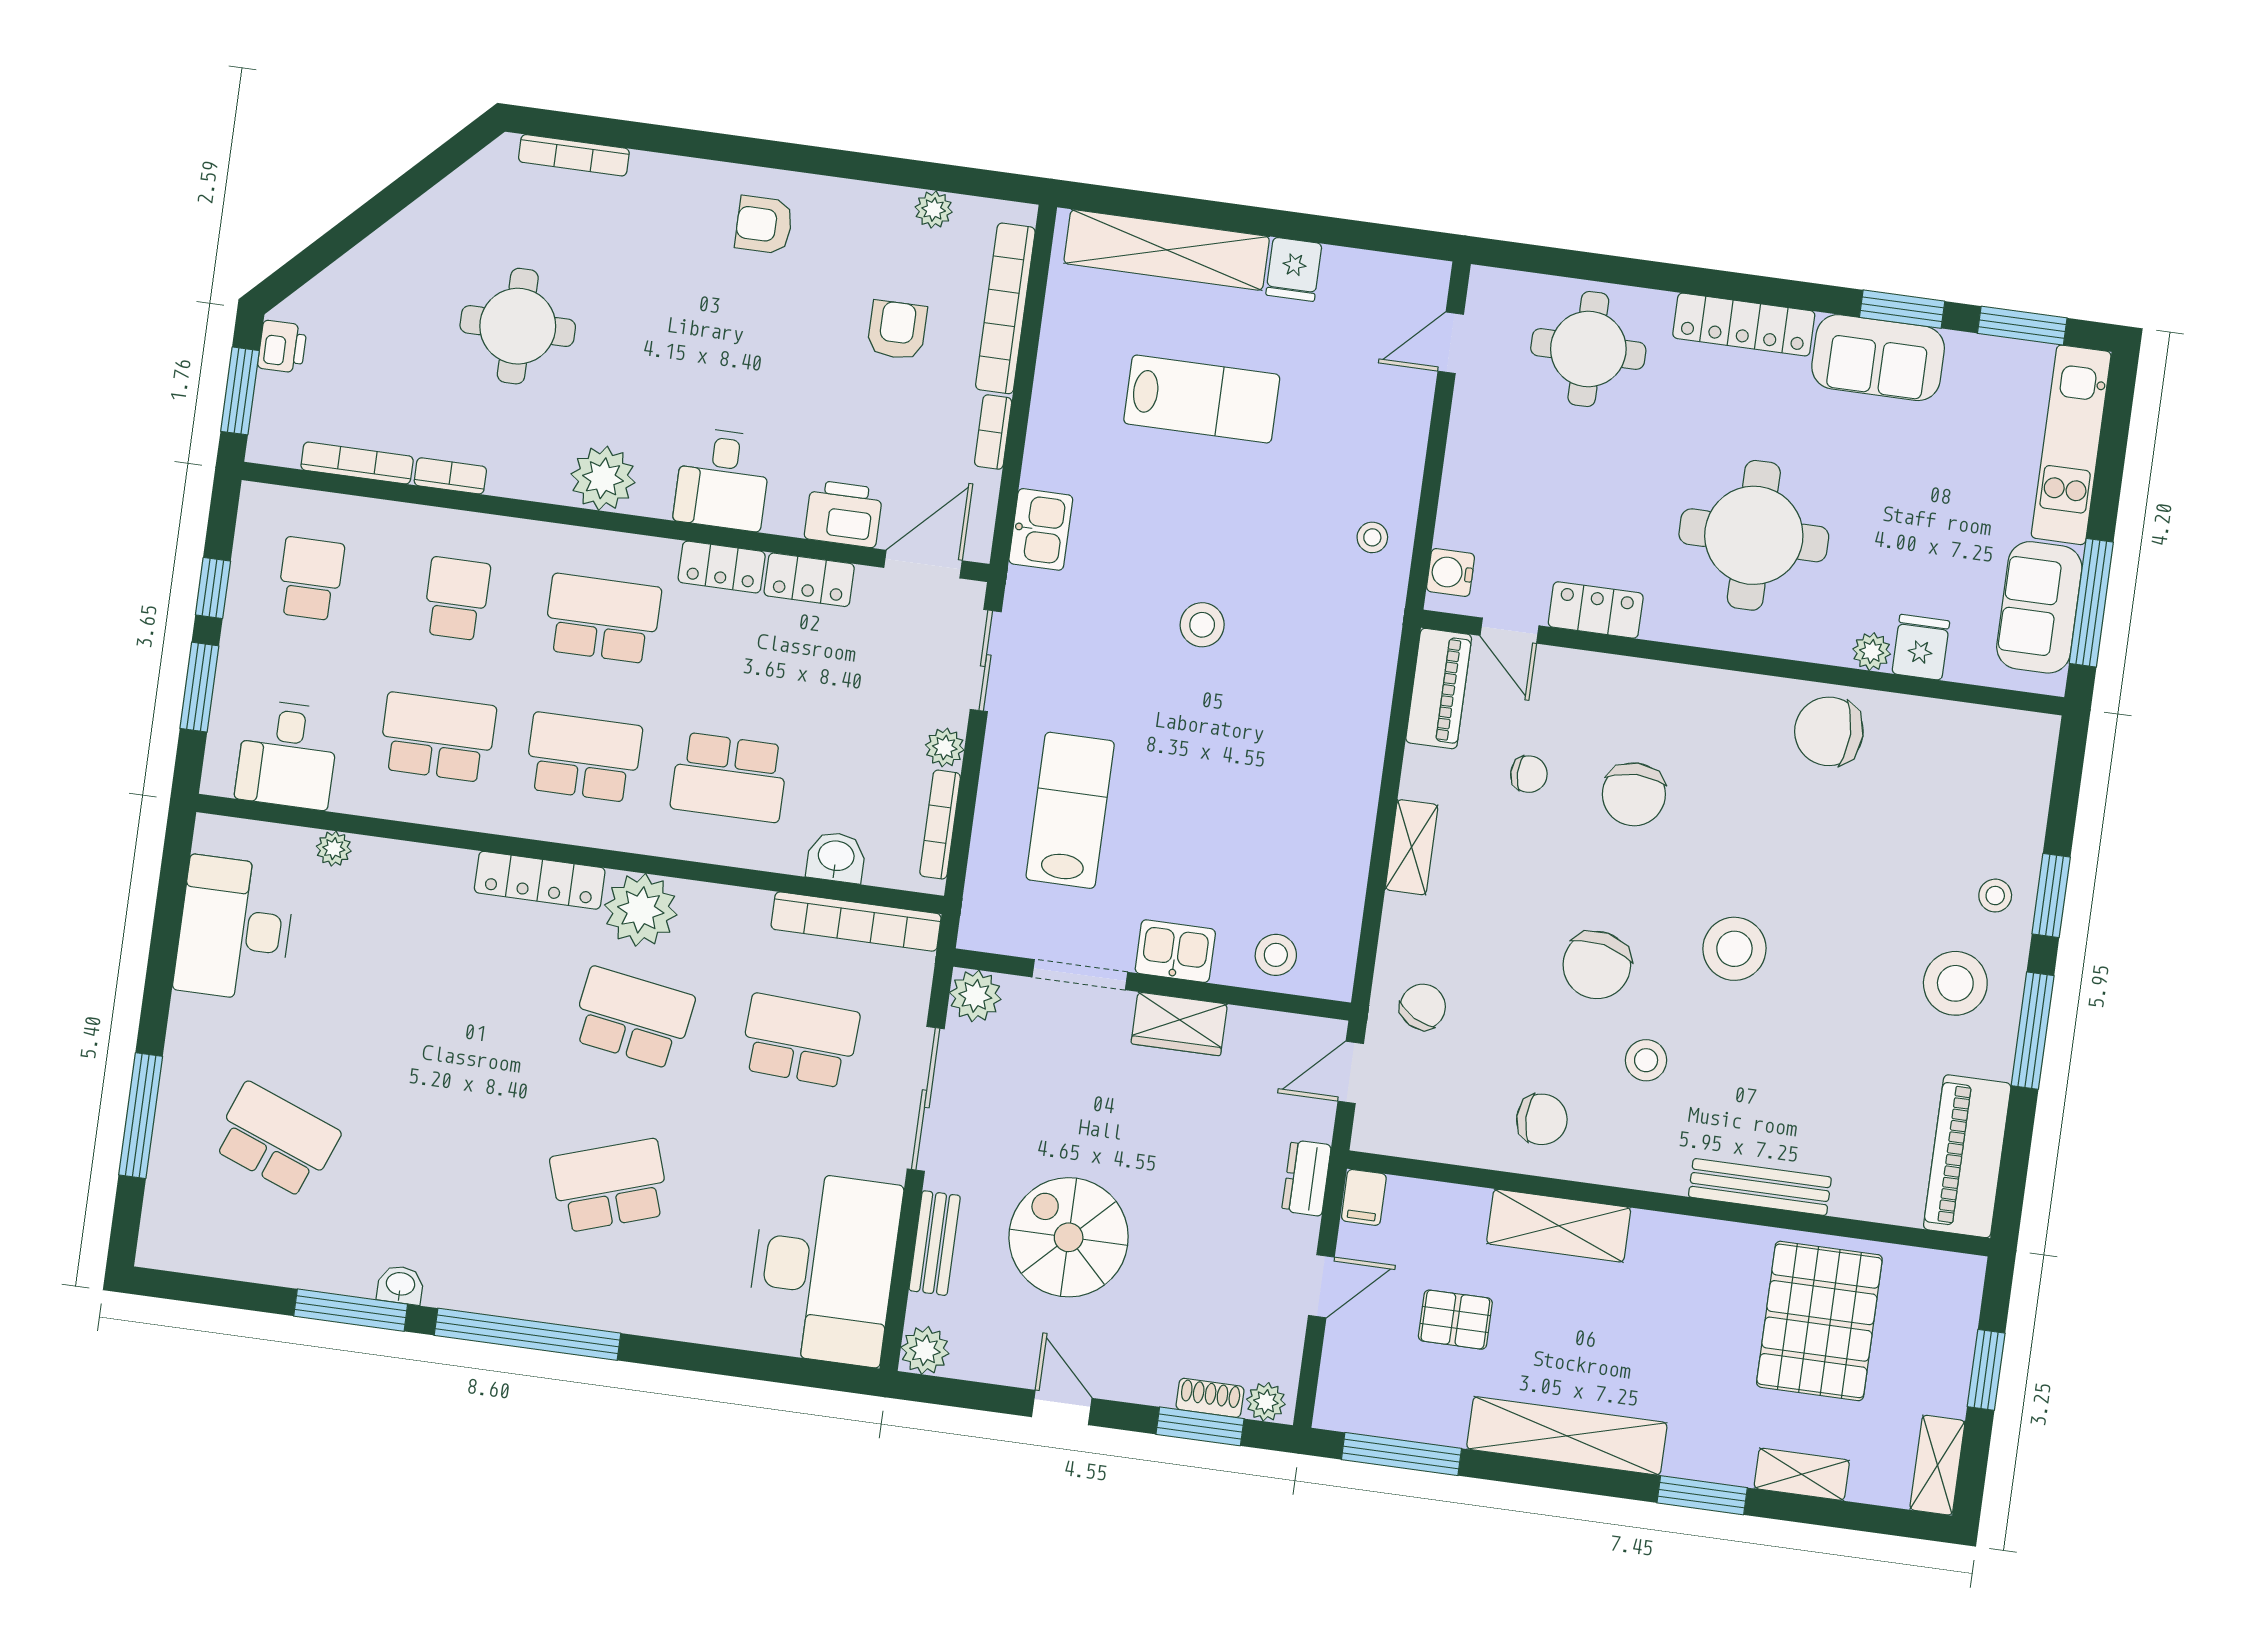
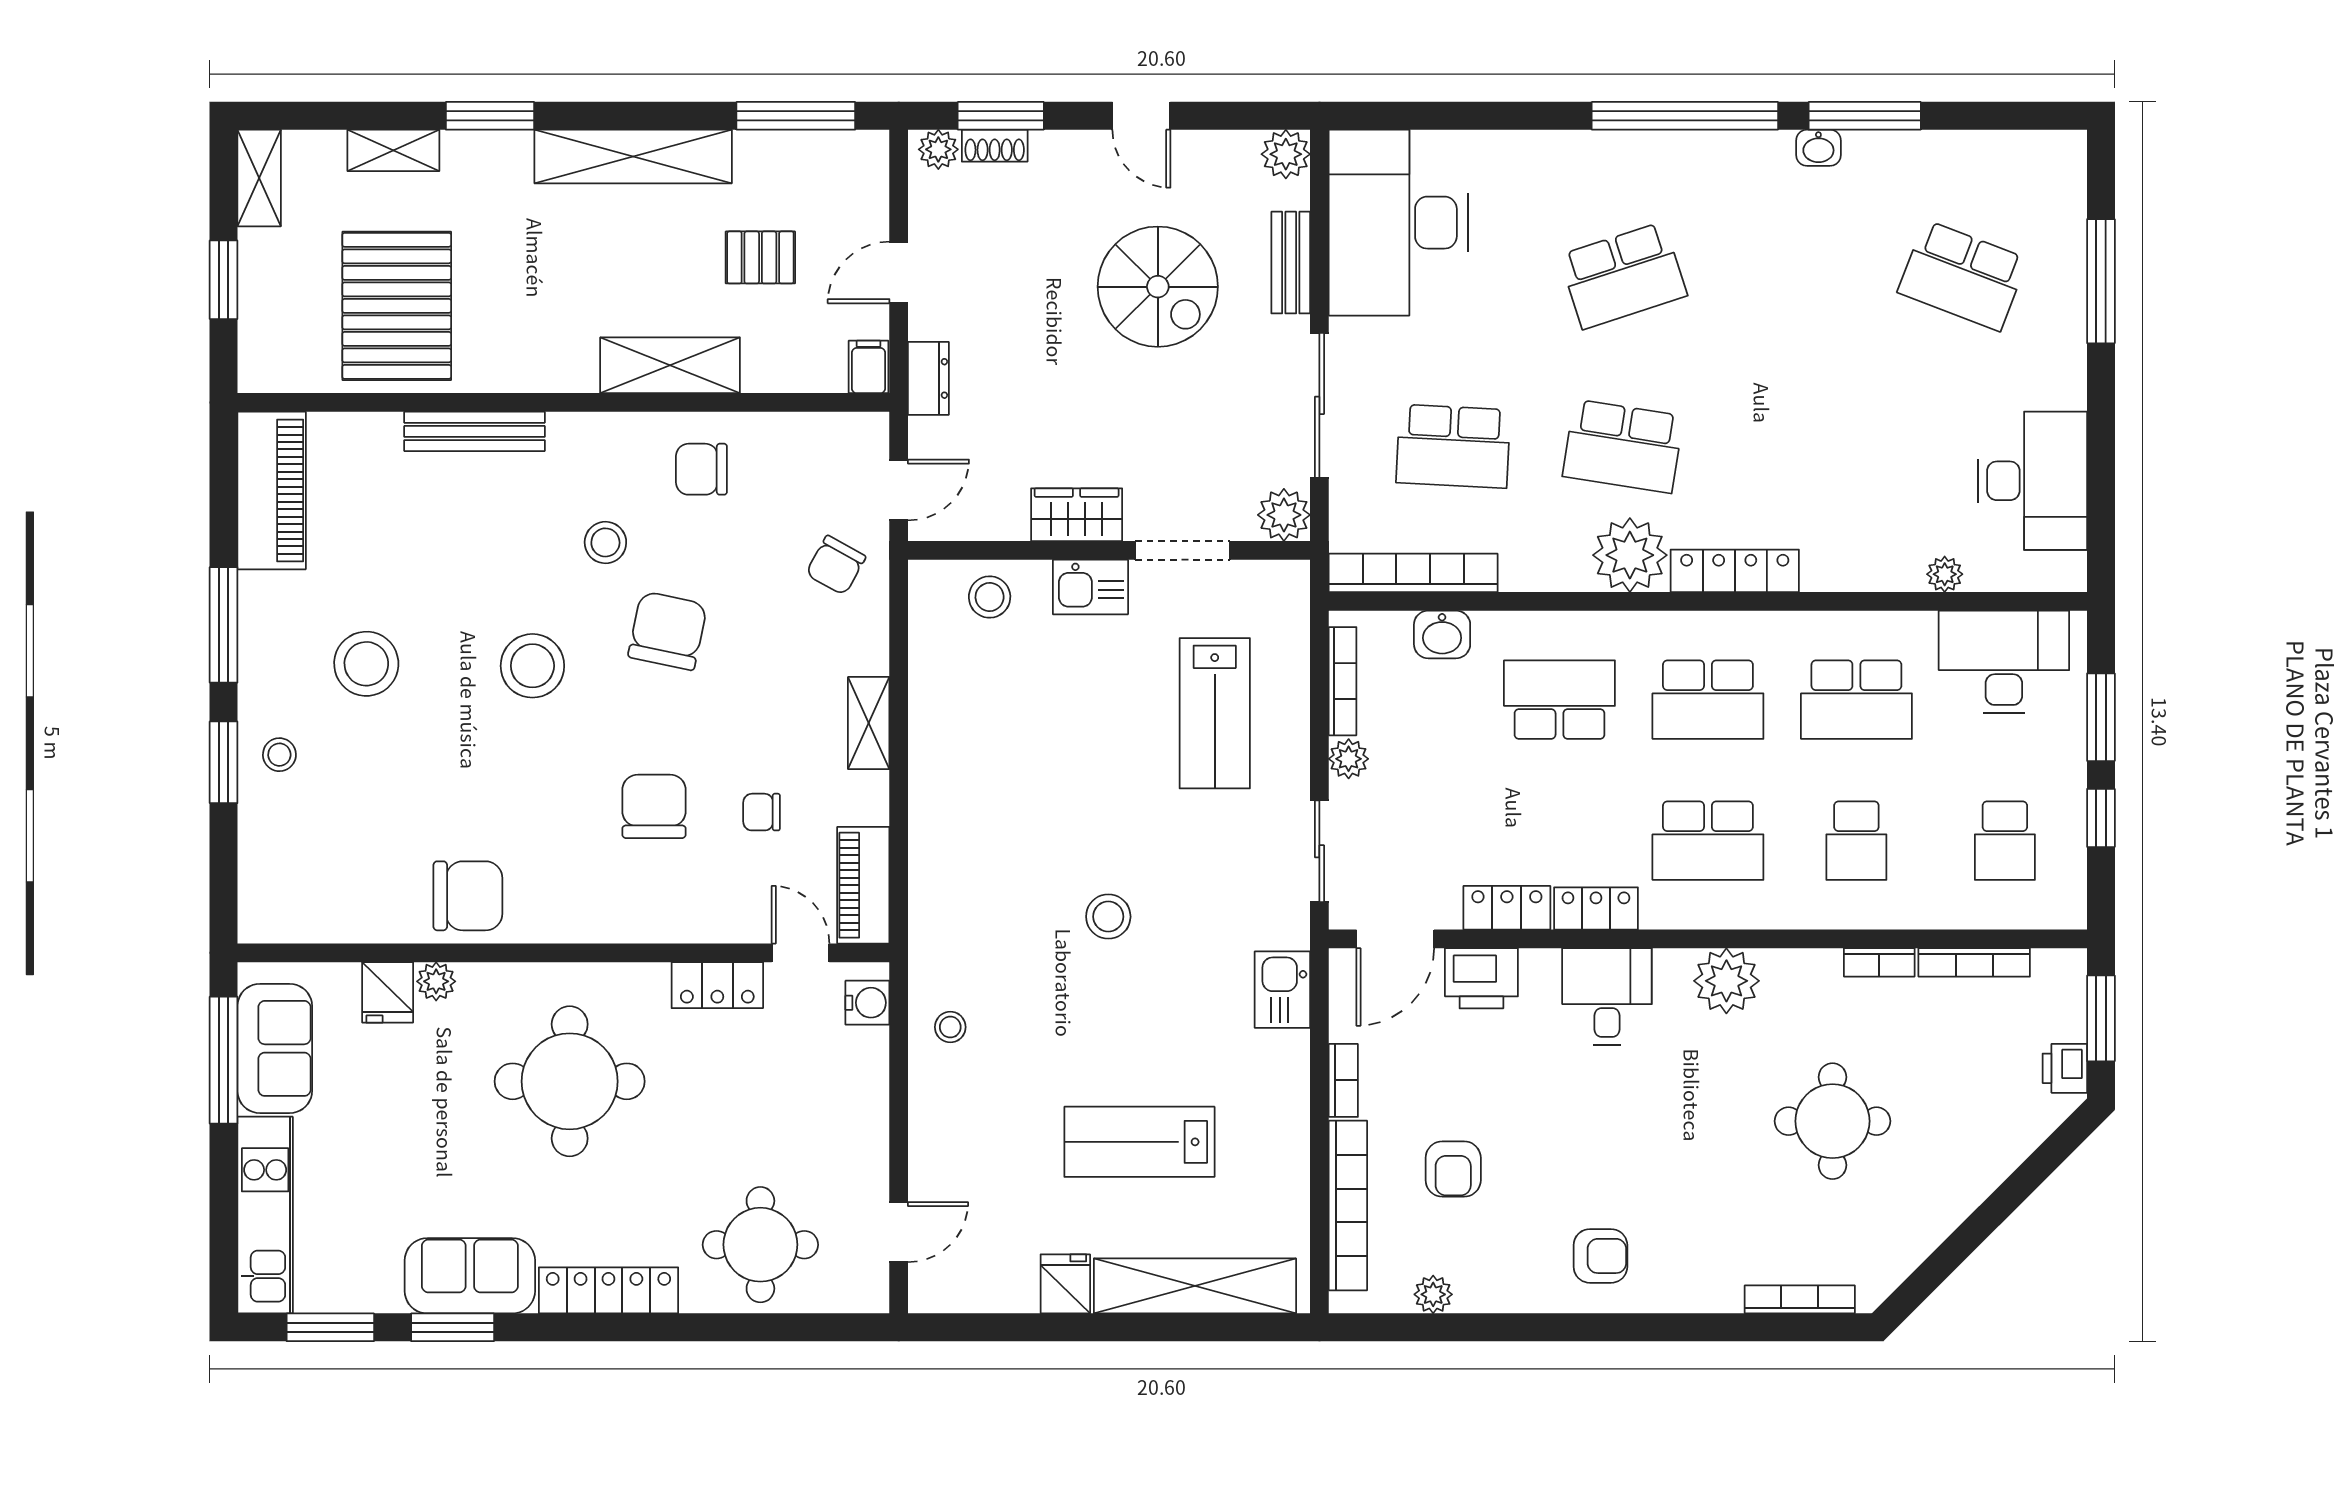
desk: (287, 754) -> (2004, 662), width x1.37
stool: (1955, 983) -> (366, 664), moved

